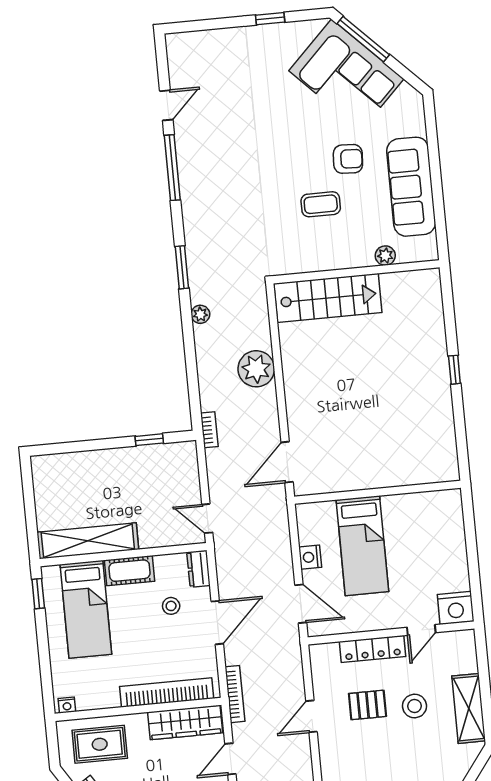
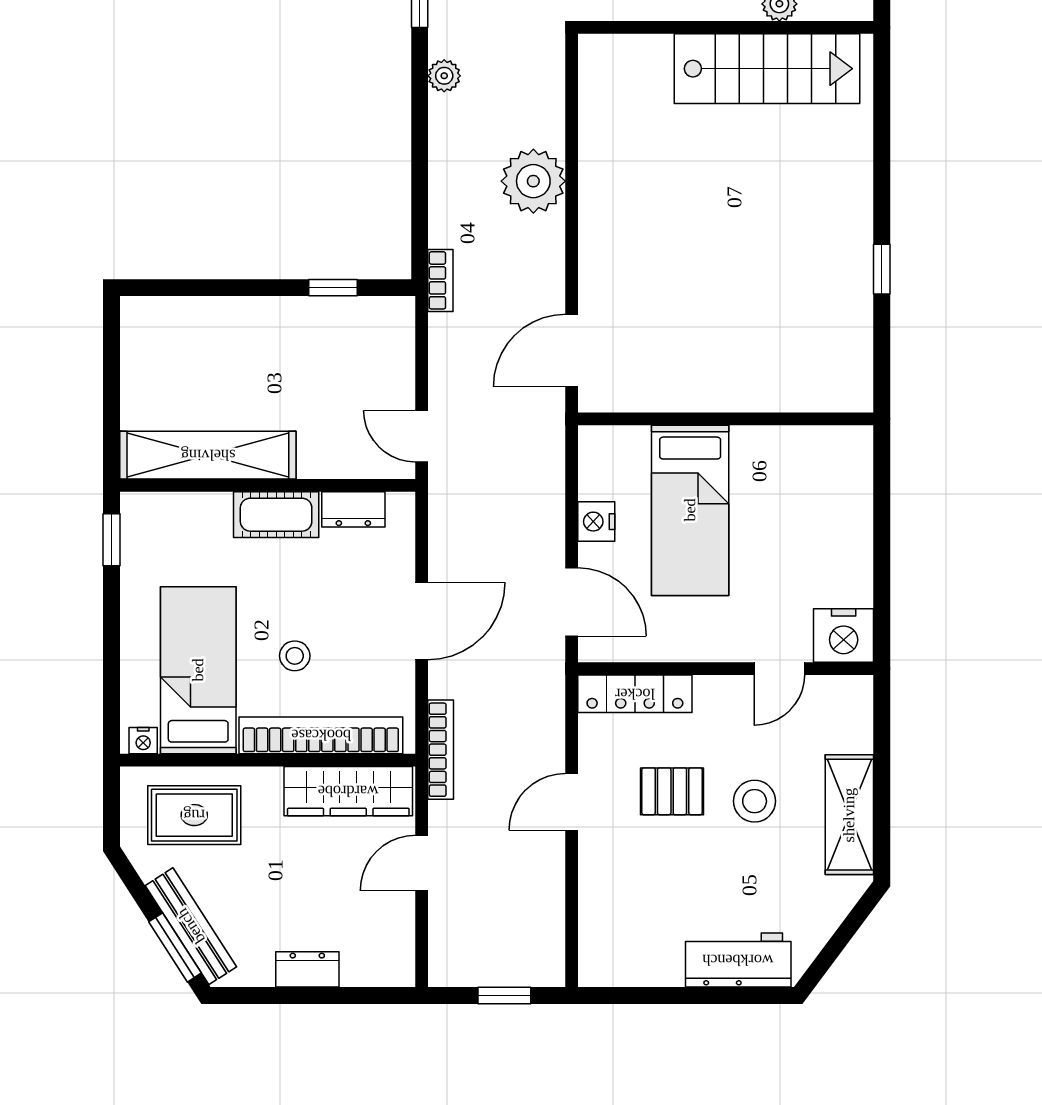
stairs: (328, 298) -> (767, 69), moved
window: (454, 370) -> (882, 269), moved
dresser: (198, 569) -> (353, 509), moved, turned -90
stool: (171, 606) -> (295, 656), moved
bed: (86, 609) -> (198, 670), moved, turned 180
locker: (373, 649) -> (635, 694), moved

